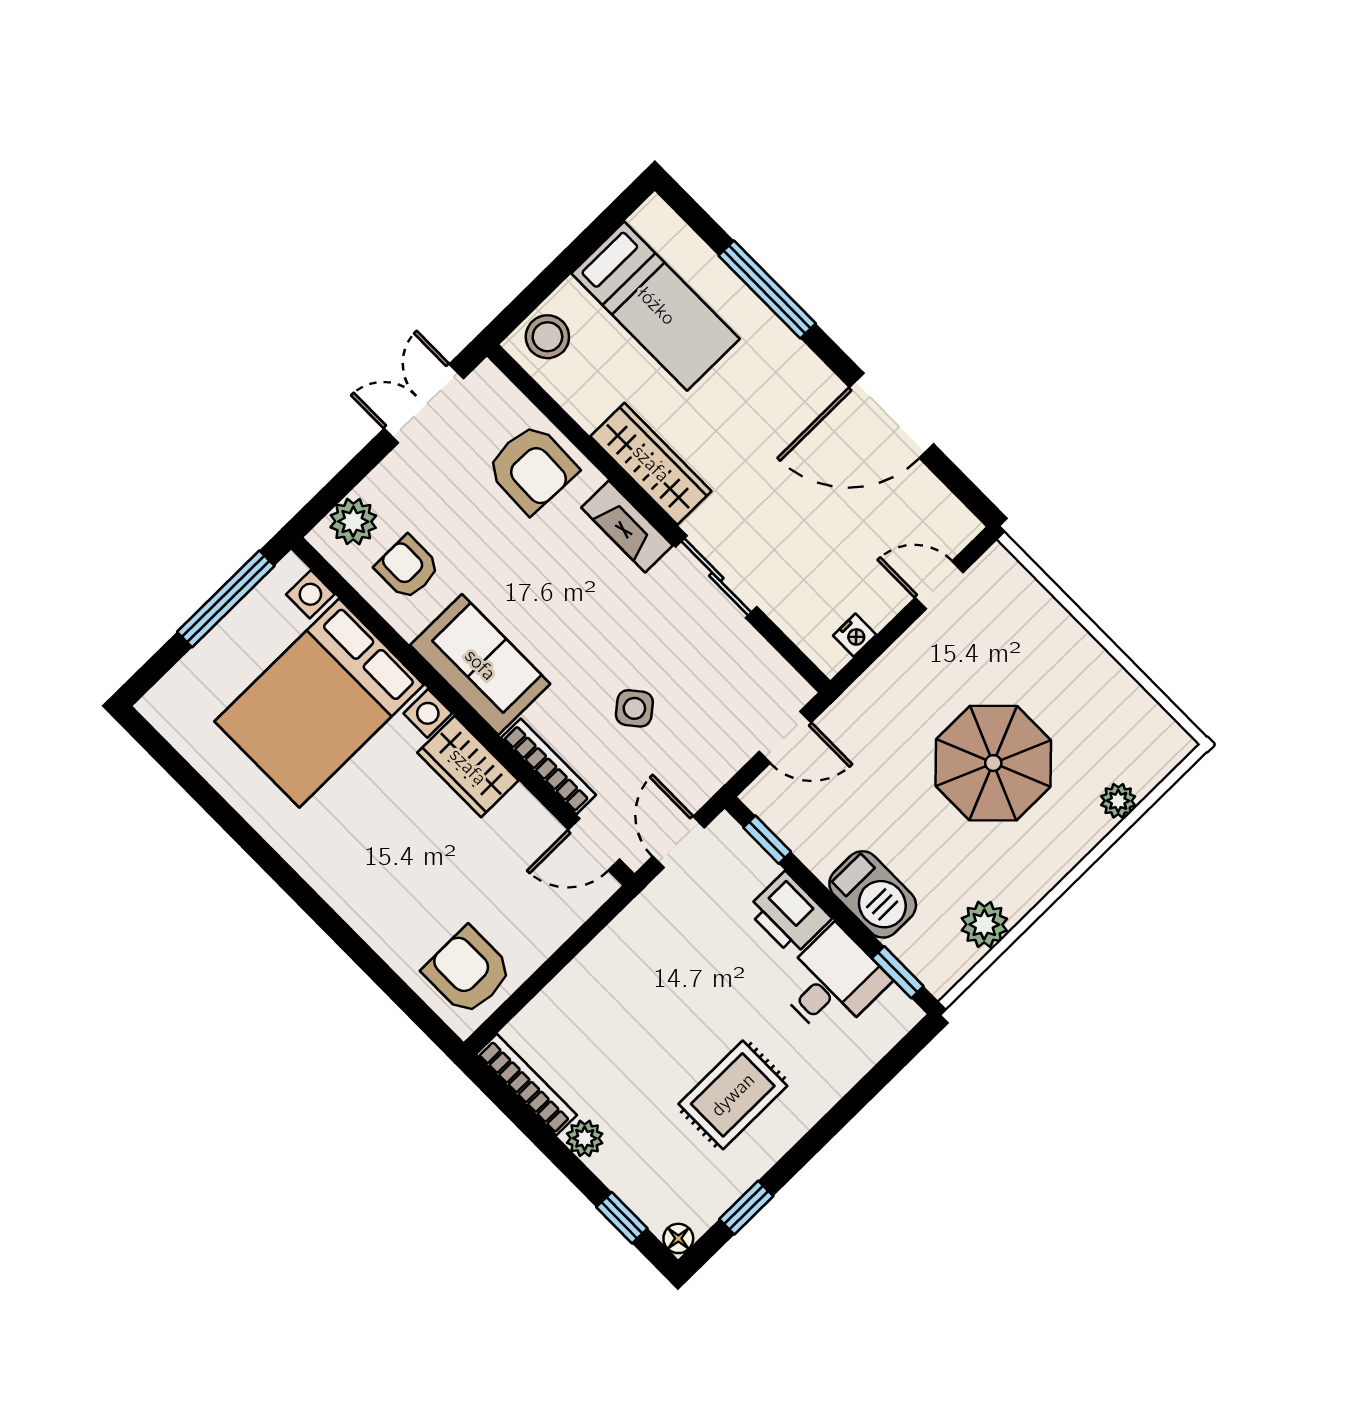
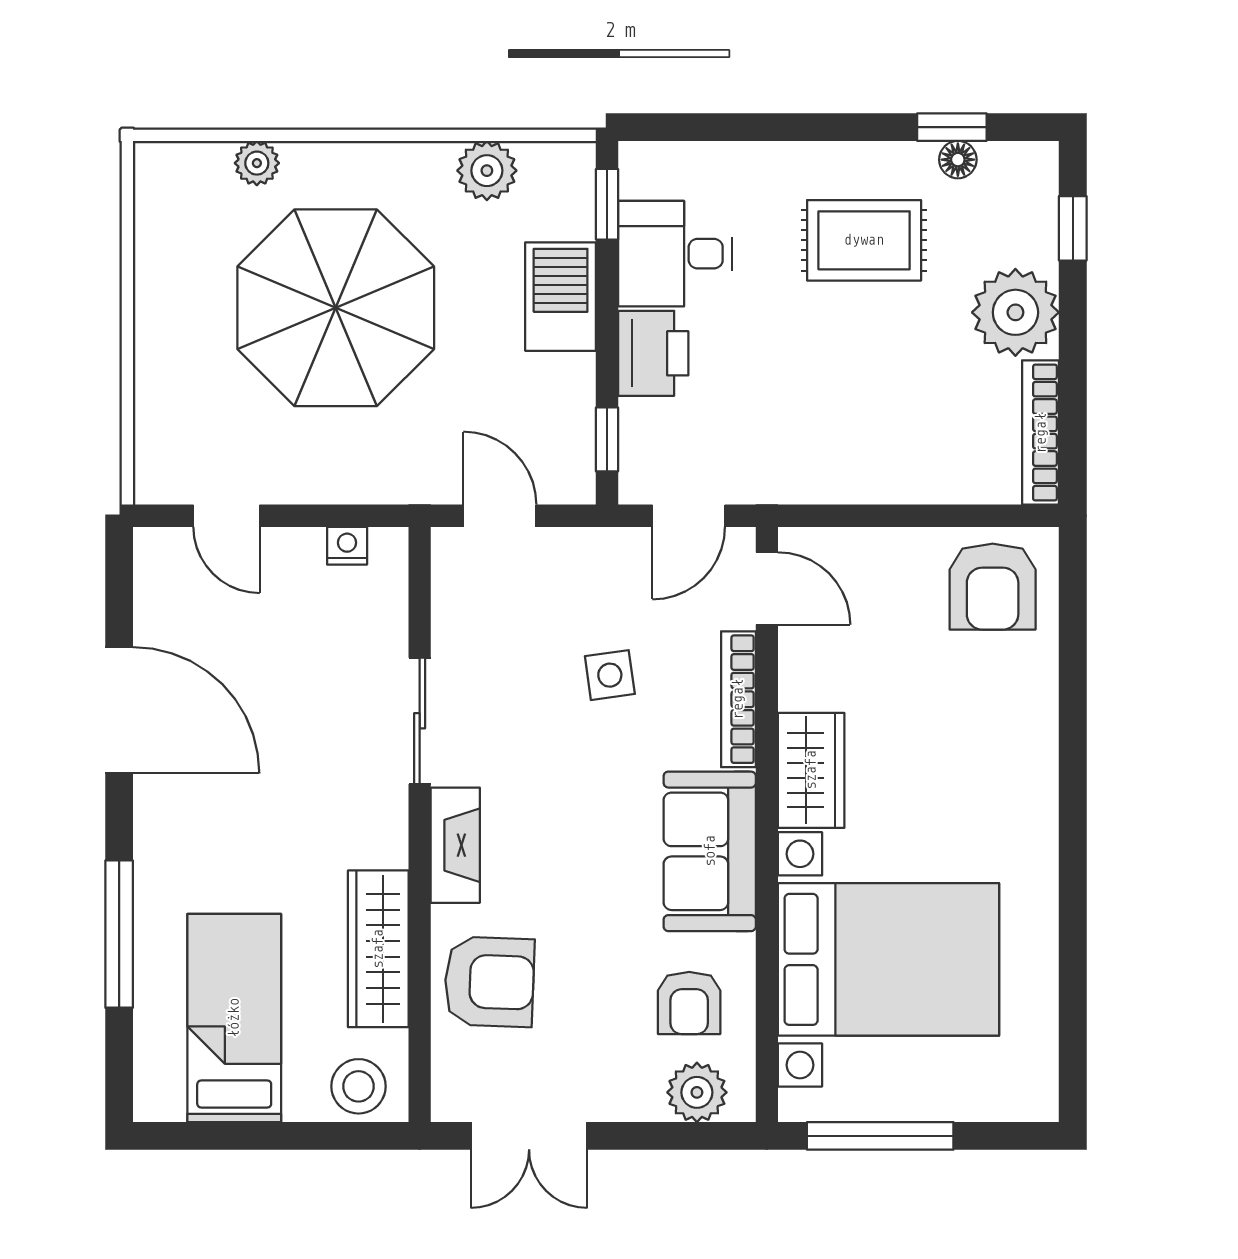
wardrobe: (651, 464) -> (378, 949), moved
armchair: (532, 468) -> (489, 982), turned 90
side table: (634, 708) -> (610, 675), turned 31
parasol: (993, 763) -> (336, 308), width x1.36, depth x1.36
plant: (585, 1138) -> (1015, 312), width x1.88, depth x1.88
floor lamp: (678, 1238) -> (958, 160), moved

